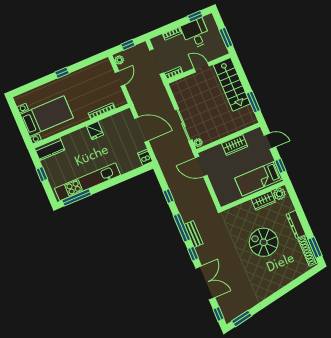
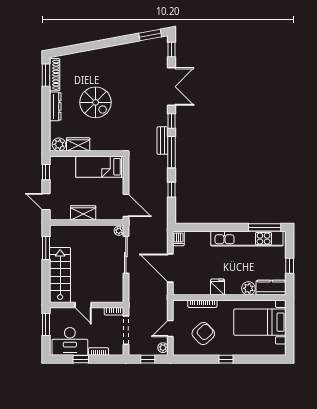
window: (195, 16) -> (81, 359), moved
desk: (196, 34) -> (70, 341), width x1.37
armchair: (90, 86) -> (203, 333), added
plant: (68, 140) -> (248, 288), added
bed: (258, 179) -> (100, 167), moved, turned 180
double door: (205, 283) -> (172, 87), swing flipped

